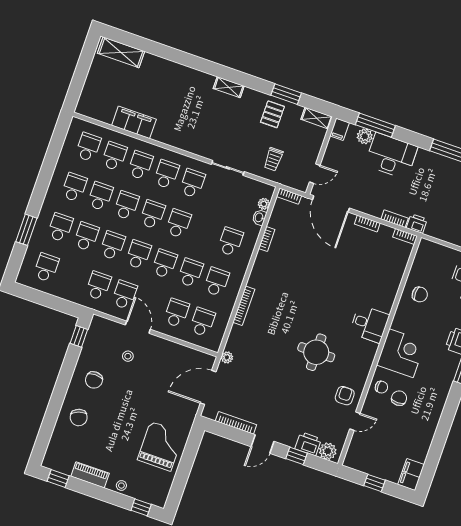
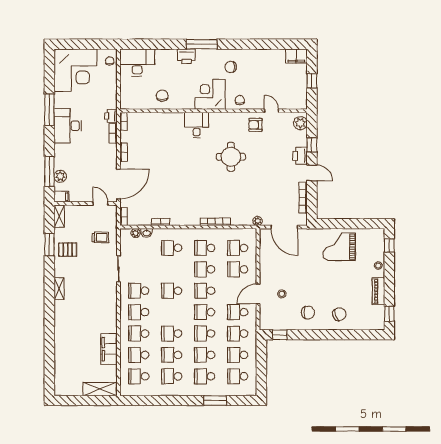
shelving: (121, 52) -> (100, 389), moved, turned 90
desk: (391, 156) -> (68, 126), moved
school desk: (152, 214) -> (238, 355), moved
chair: (399, 398) -> (231, 67), moved
printer: (308, 444) -> (300, 156), moved

